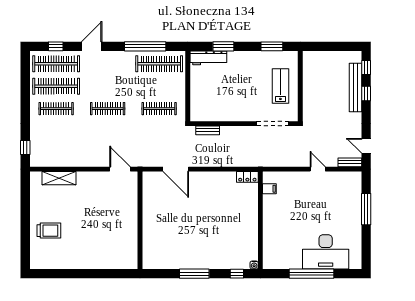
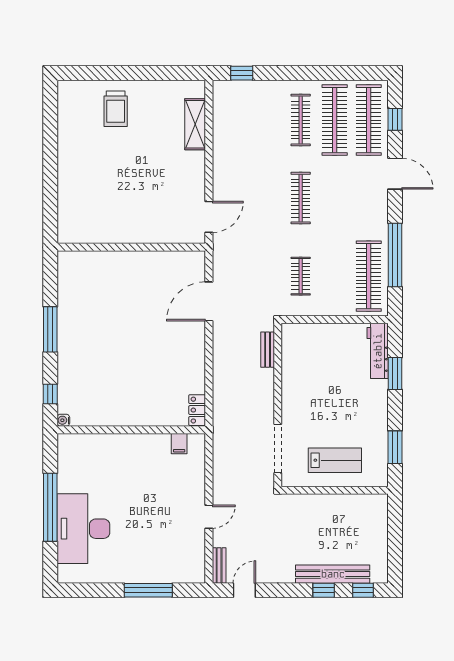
clothes rail: (159, 109) -> (301, 276), width x0.73

